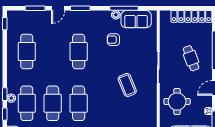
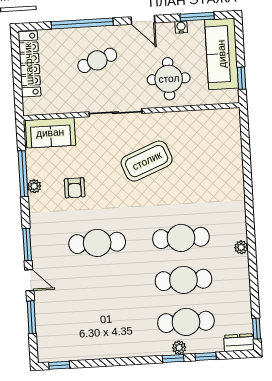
sofa: (136, 19) -> (50, 133), moved, turned 90
cafe table: (27, 51) -> (102, 327), removed
coffee table: (127, 85) -> (147, 161), width x1.36, depth x1.32

